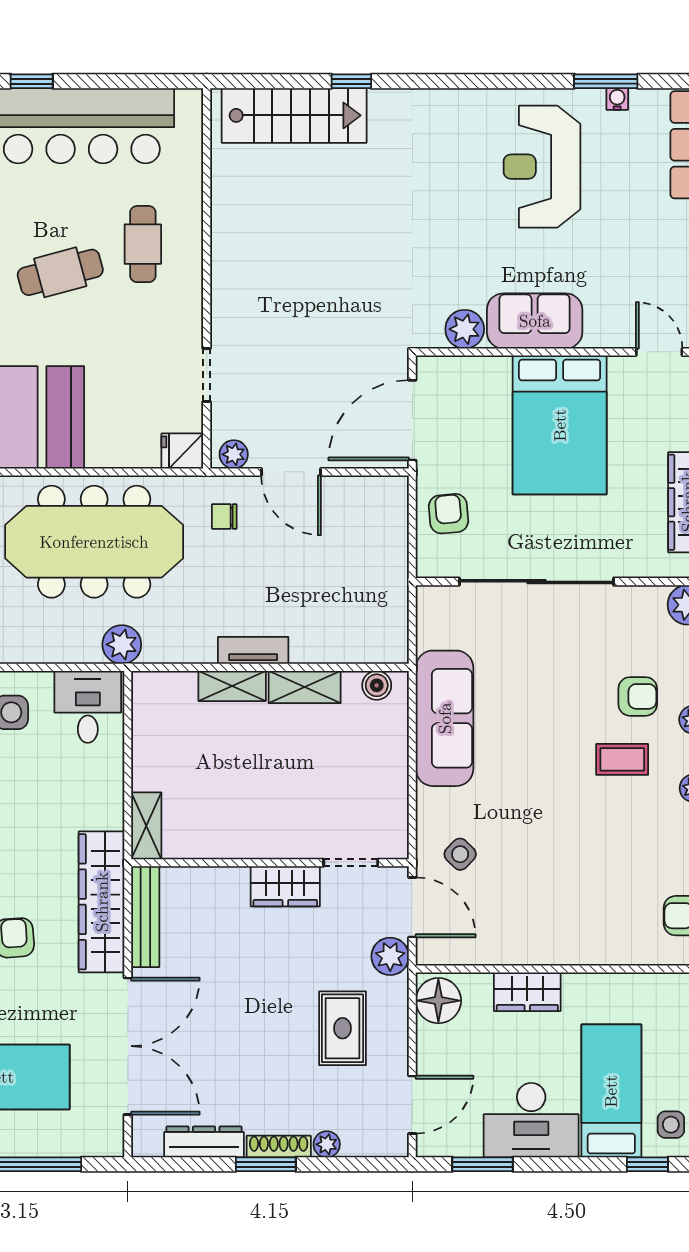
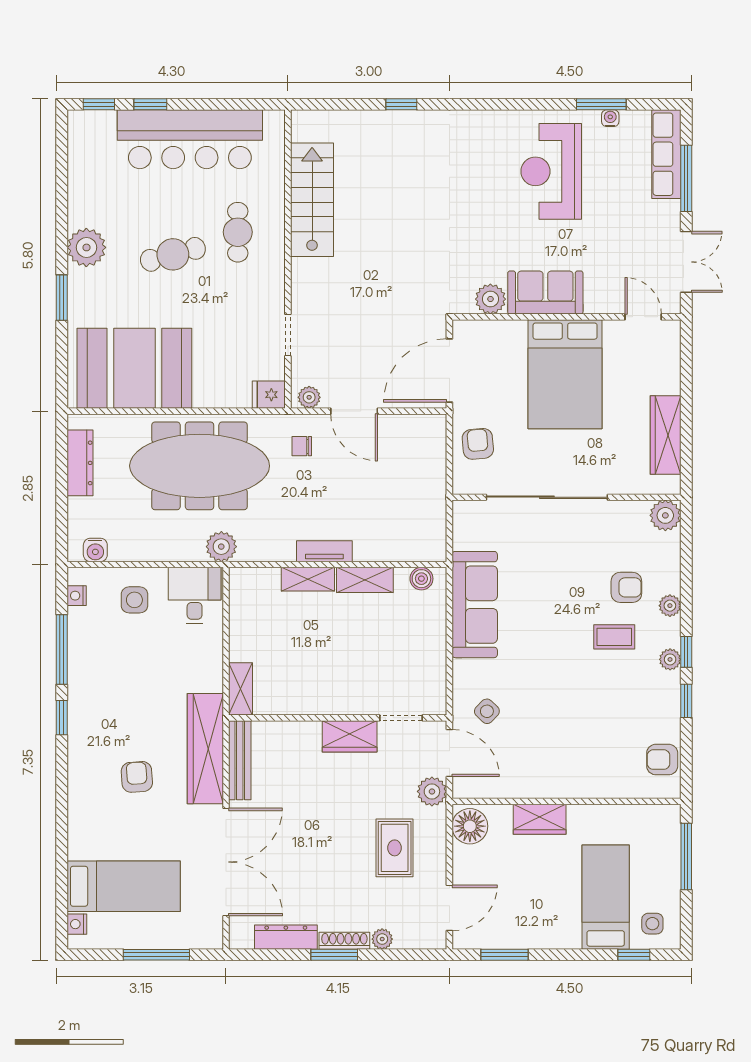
stairs: (294, 115) -> (312, 200), moved, turned -90
desk: (531, 1120) -> (543, 920), removed

